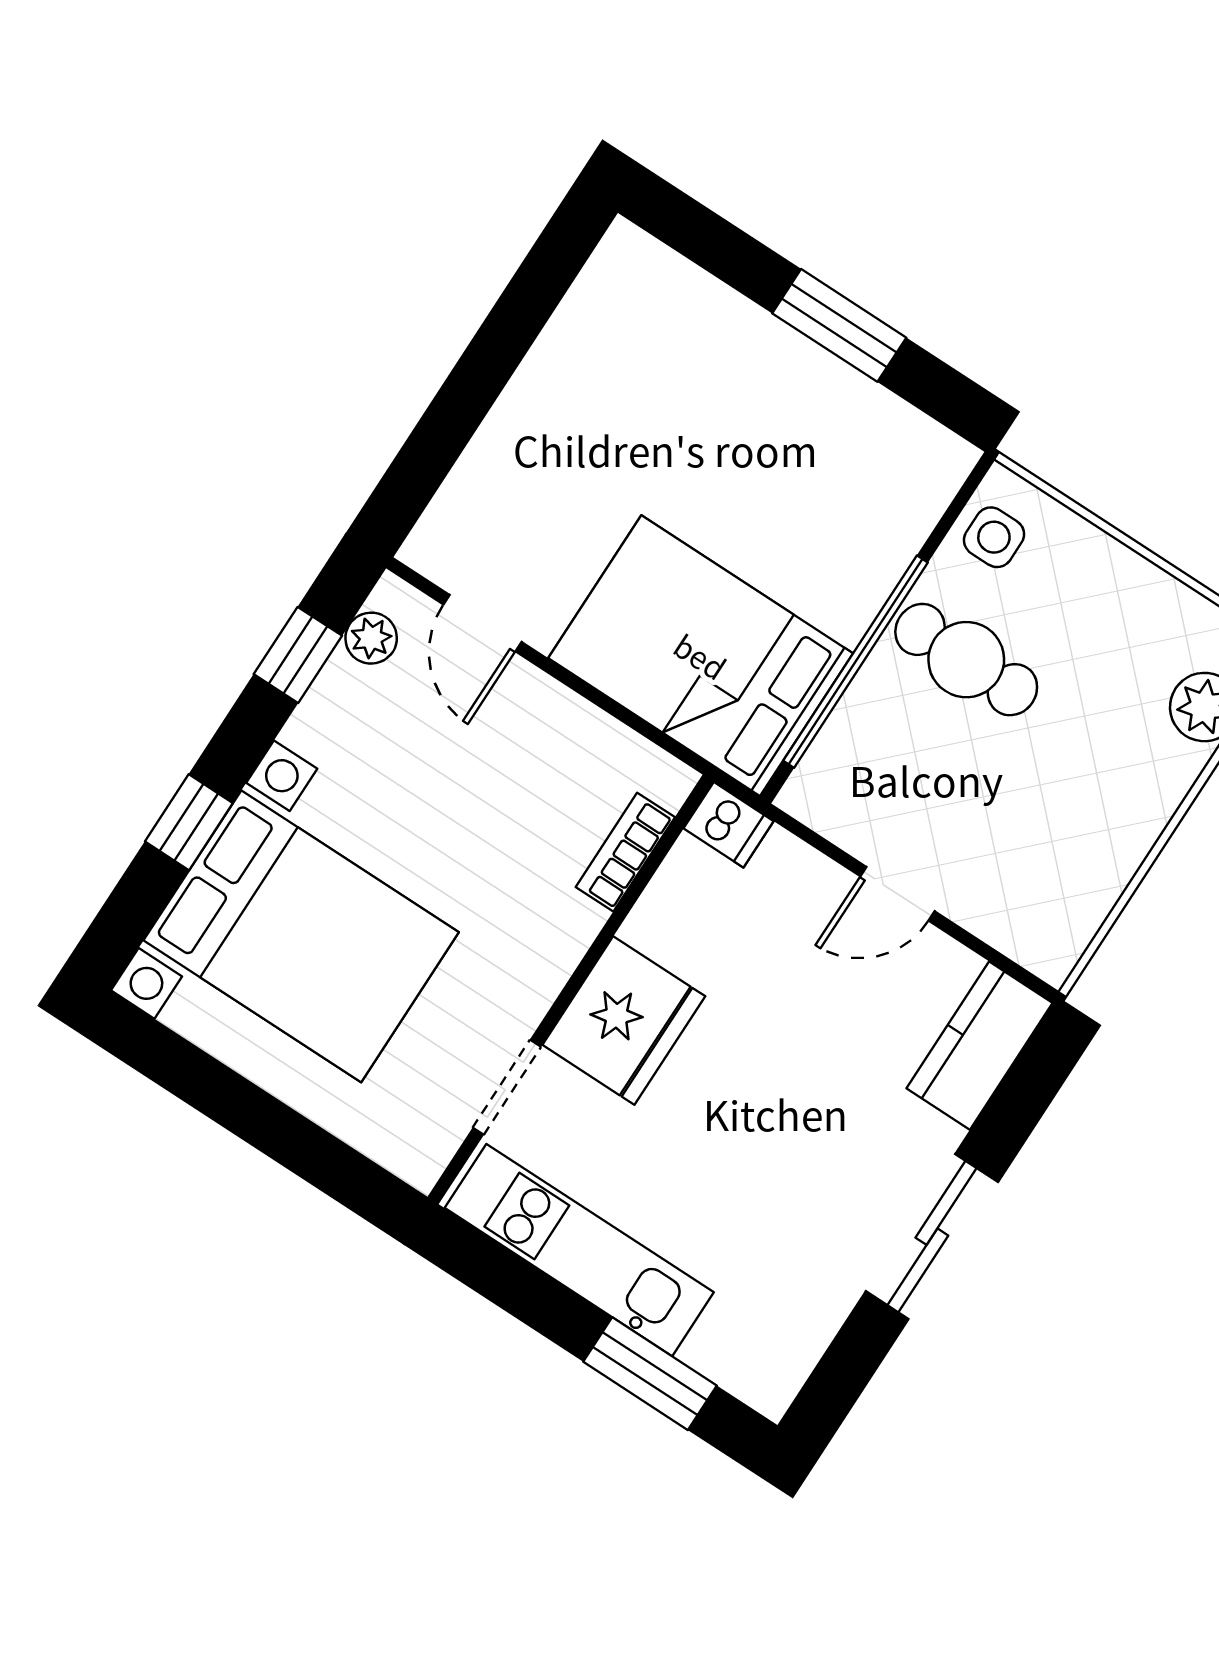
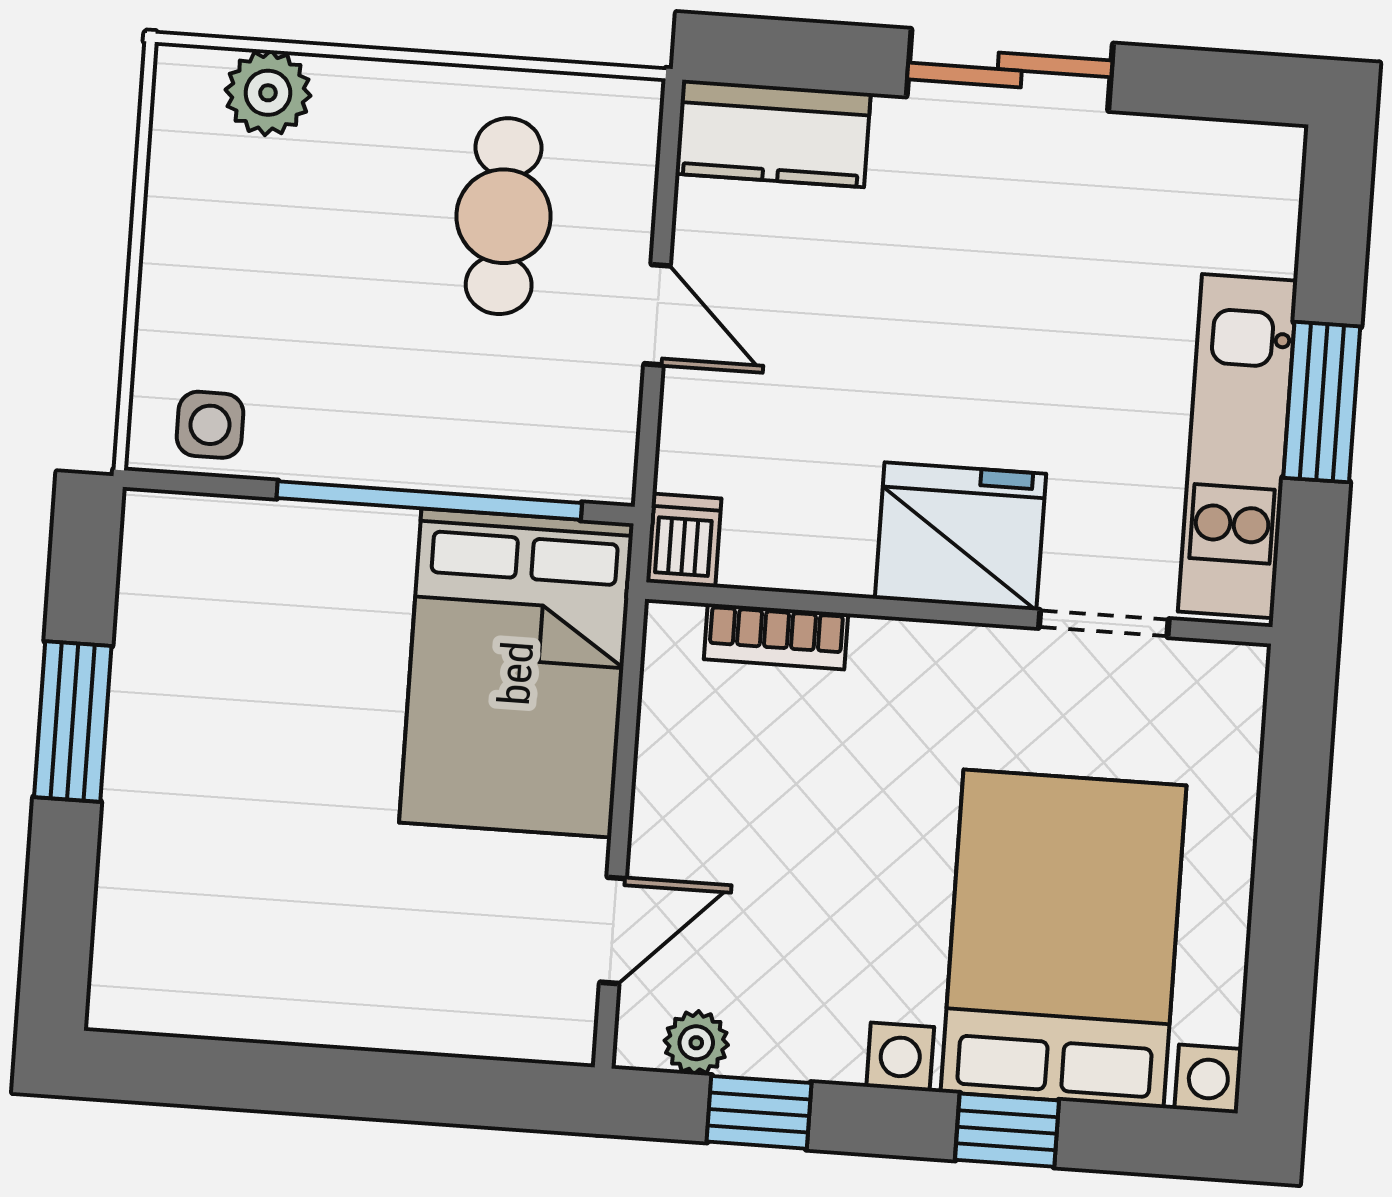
cafe table: (966, 660) -> (504, 216), moved
window: (650, 1374) -> (1322, 402), moved

